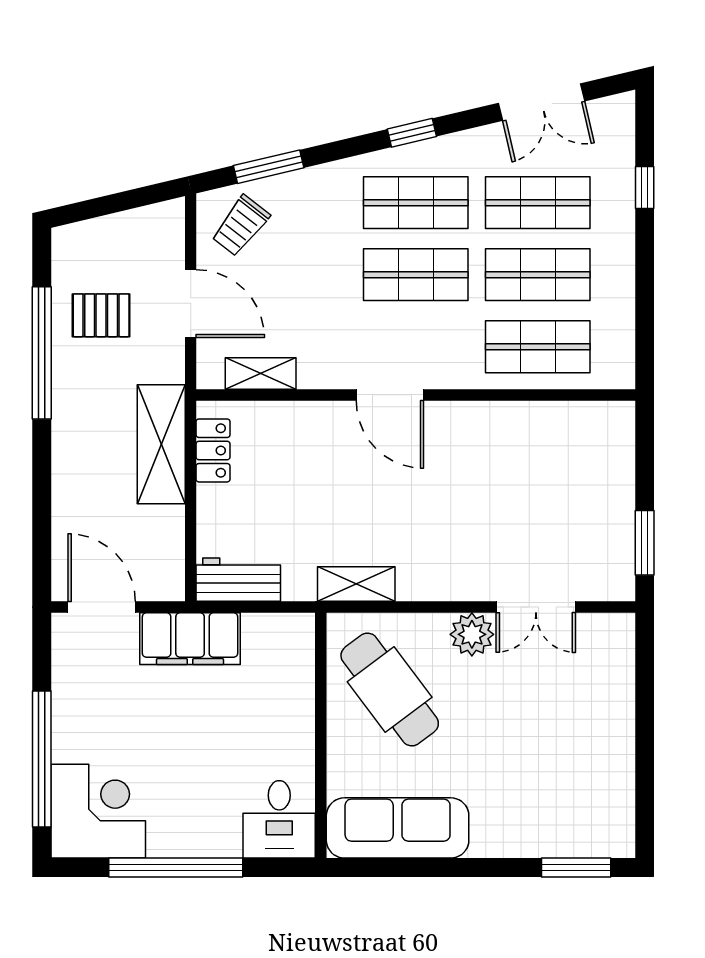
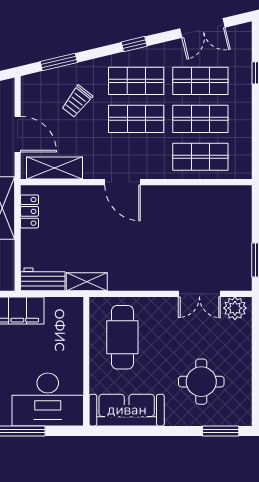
trolley: (241, 226) -> (77, 101), moved
shelving: (261, 374) -> (54, 168), width x1.50, depth x1.33
shelving: (356, 584) -> (87, 282), moved
plant: (472, 634) -> (235, 308), moved
cafe table: (390, 689) -> (122, 337), turned 37
round table: (539, 774) -> (201, 382), added
desk: (279, 819) -> (48, 400), width x1.87, depth x1.30

